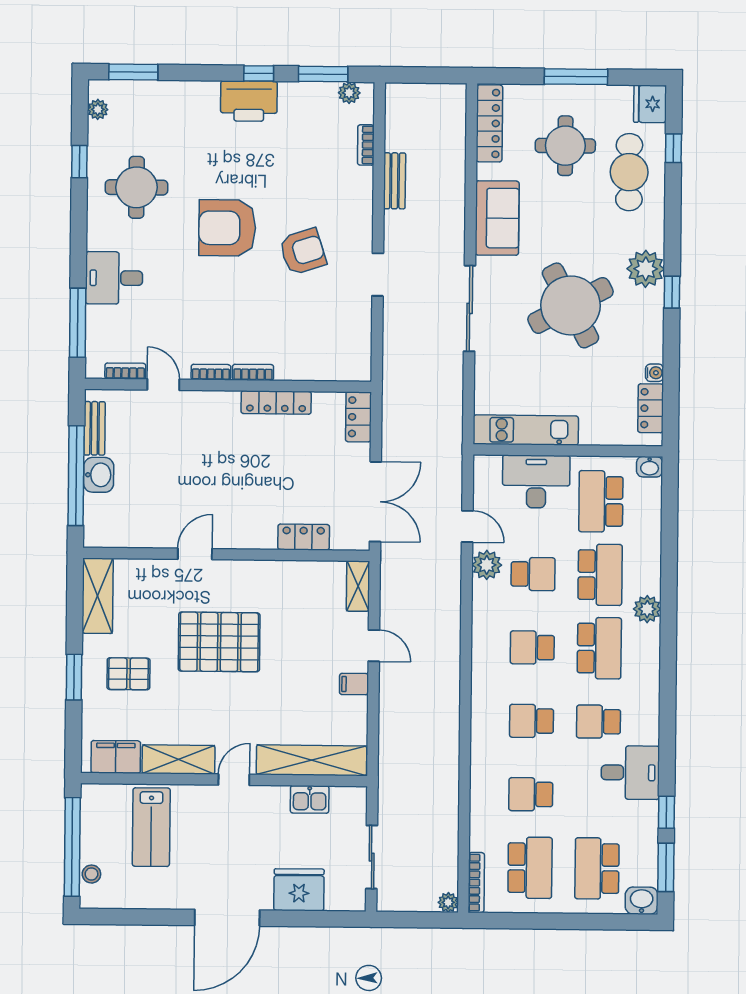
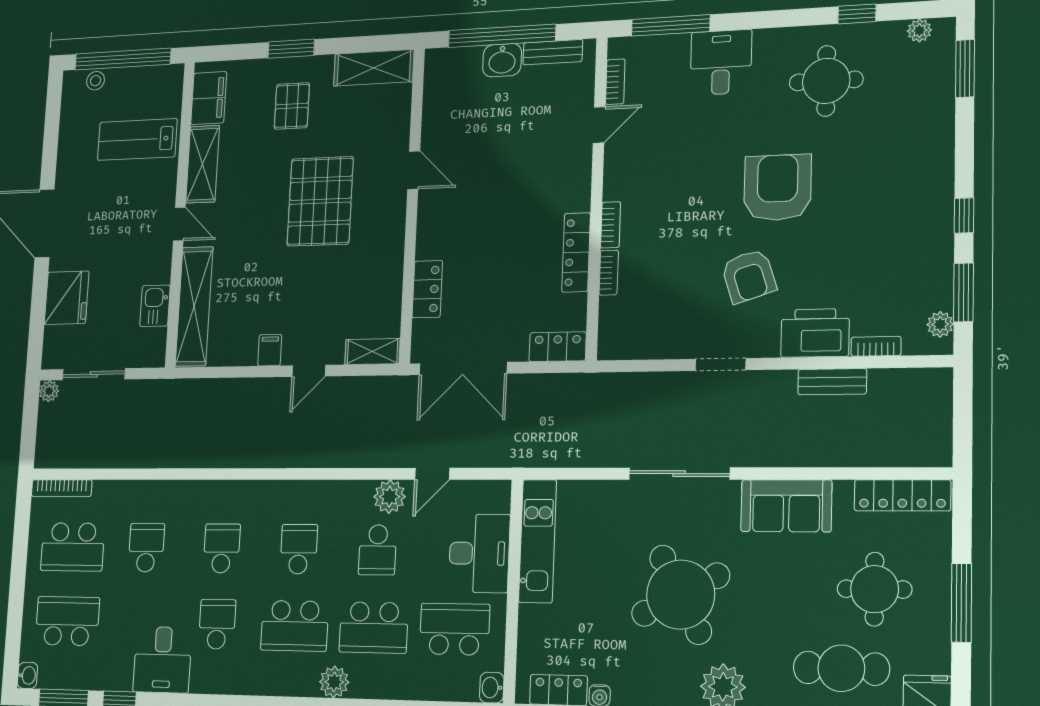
printer: (249, 101) -> (815, 333), moved, turned 90
bookcase: (211, 372) -> (609, 273), moved
washbasin: (642, 901) -> (27, 675), width x0.72, depth x0.69
plant: (448, 902) -> (49, 391), moved

